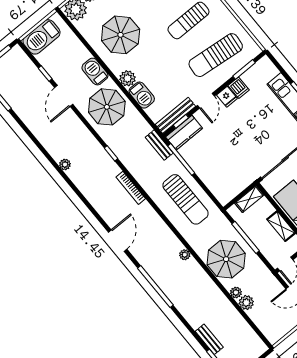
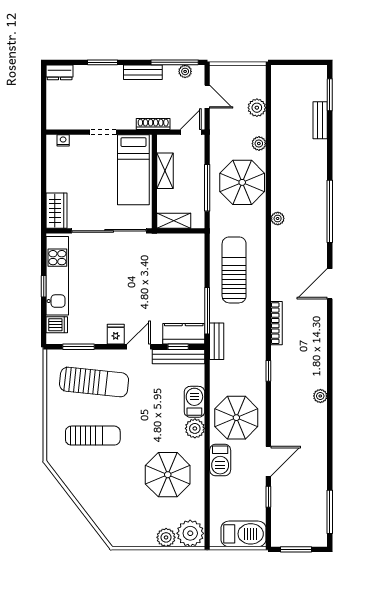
dishwasher: (239, 88) -> (57, 325), moved, turned 90
plant: (246, 303) -> (257, 108), moved

